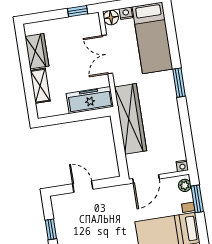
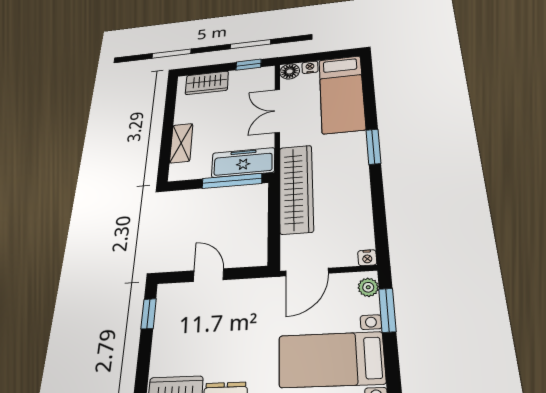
wardrobe: (37, 51) -> (207, 83), moved, turned 90
window: (85, 115) -> (232, 181), added
window: (51, 229) -> (149, 314), moved

